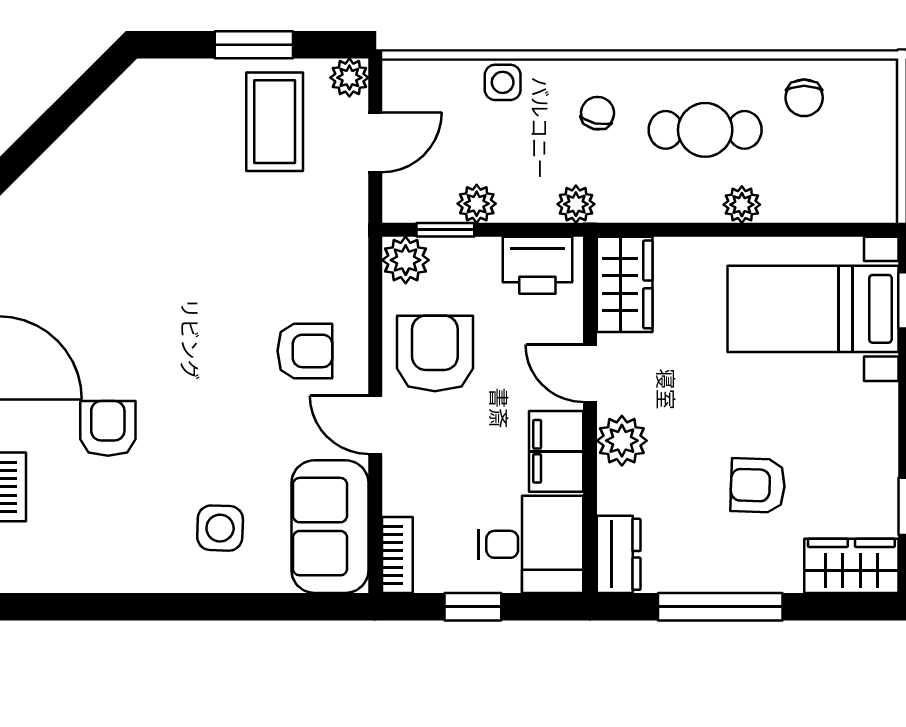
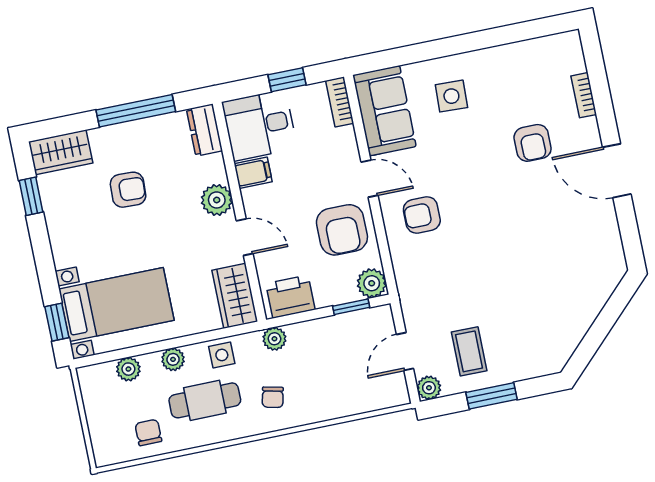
side table: (503, 82) -> (222, 355), moved
coffee table: (275, 122) -> (469, 351), width x0.73, depth x0.77
plant: (477, 204) -> (128, 369), moved
filing cabinet: (556, 451) -> (253, 173), width x0.50

